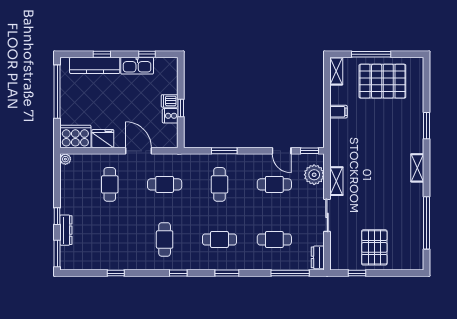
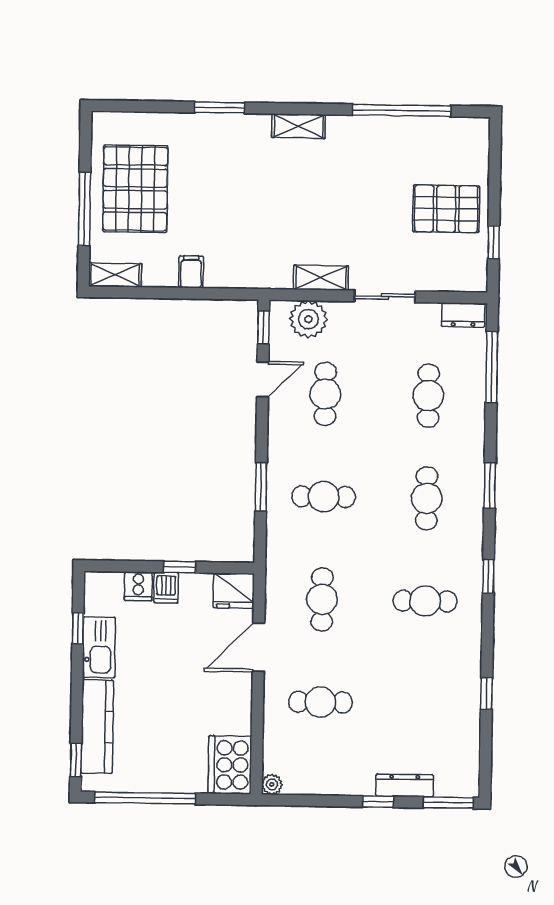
window: (102, 54) -> (76, 760), moved
cooker: (170, 116) -> (138, 586), moved
fridge: (103, 139) -> (234, 591), moved, turned -90

